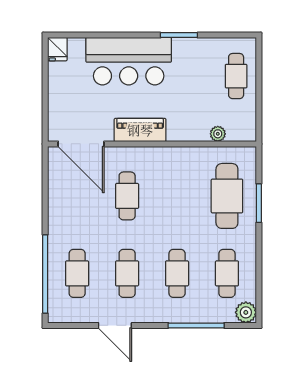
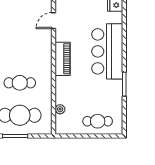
door: (81, 144) -> (54, 21), width x0.53
cafe table: (127, 196) -> (20, 83), moved

